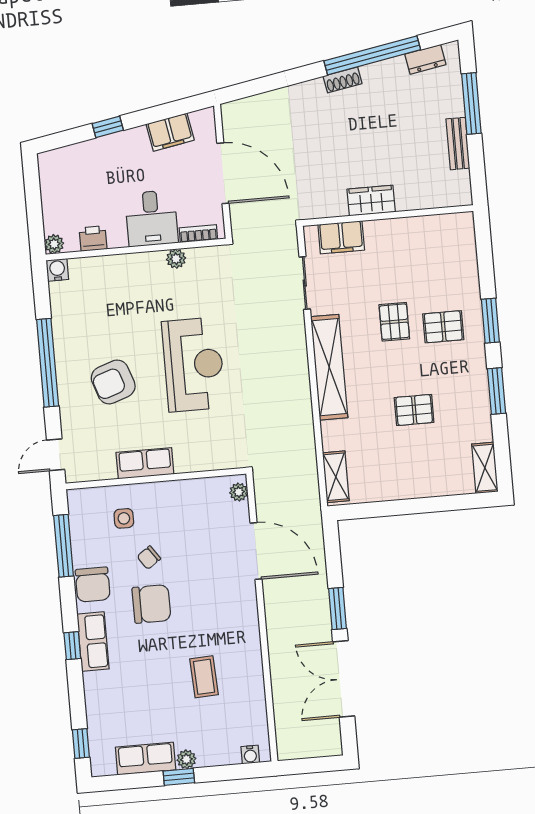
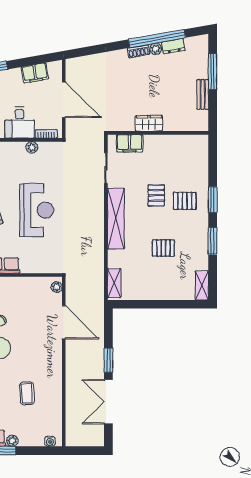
dresser: (425, 59) -> (173, 46), moved
plant: (371, 73) -> (156, 49), added

